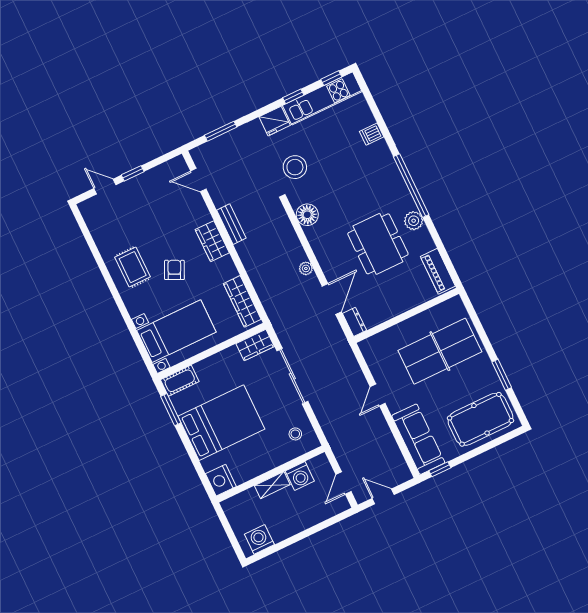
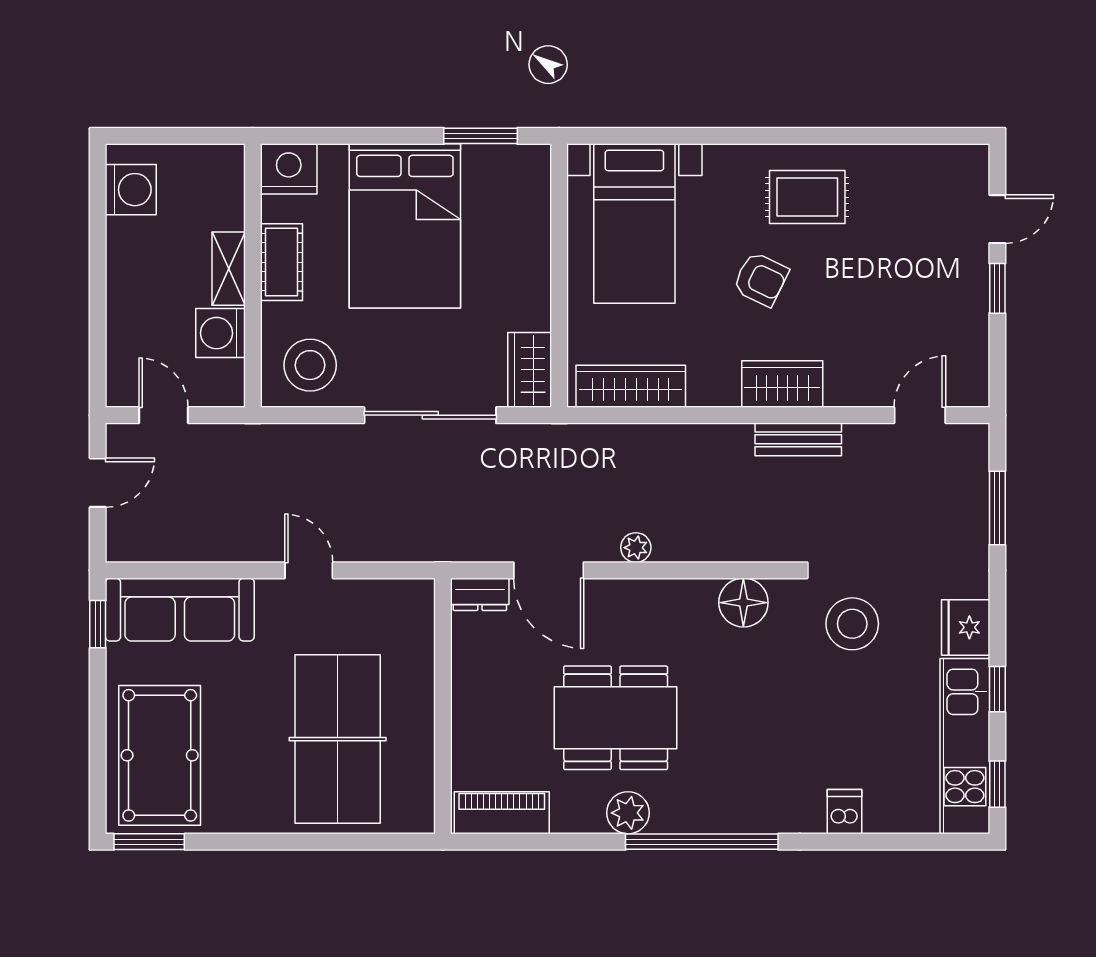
window: (502, 375) -> (149, 842), moved
cot: (180, 381) -> (282, 262), moved
stool: (295, 434) -> (310, 365), width x1.89, depth x1.89

